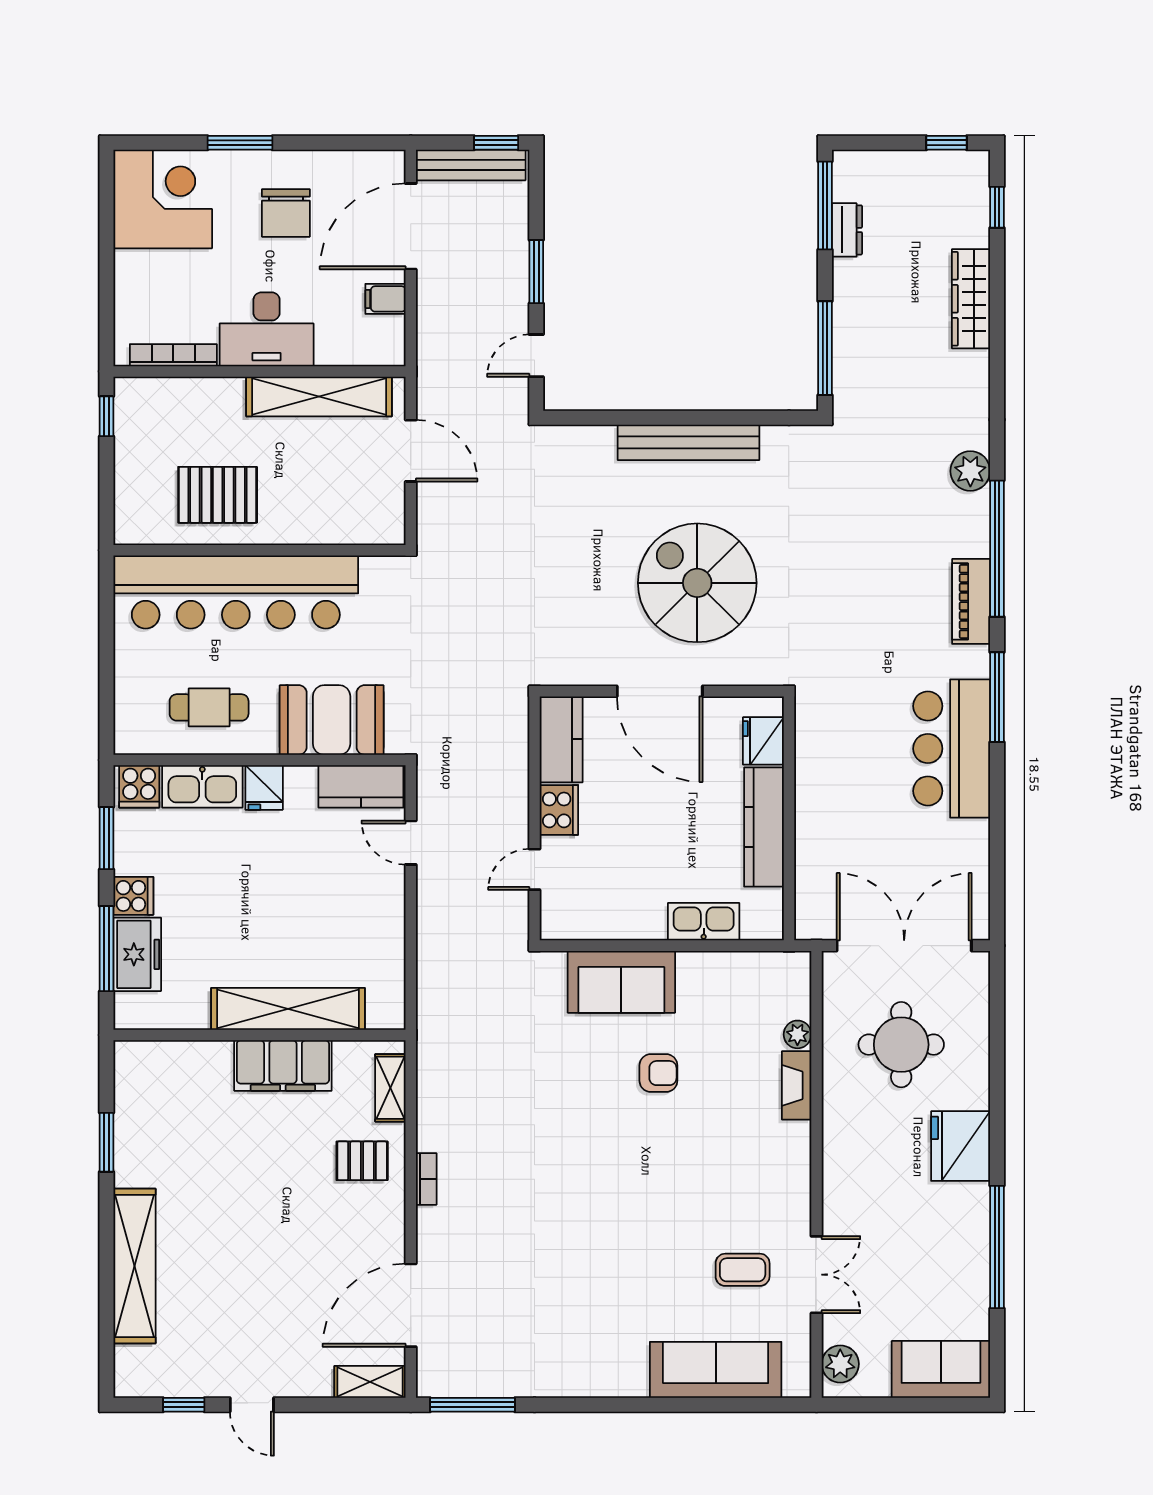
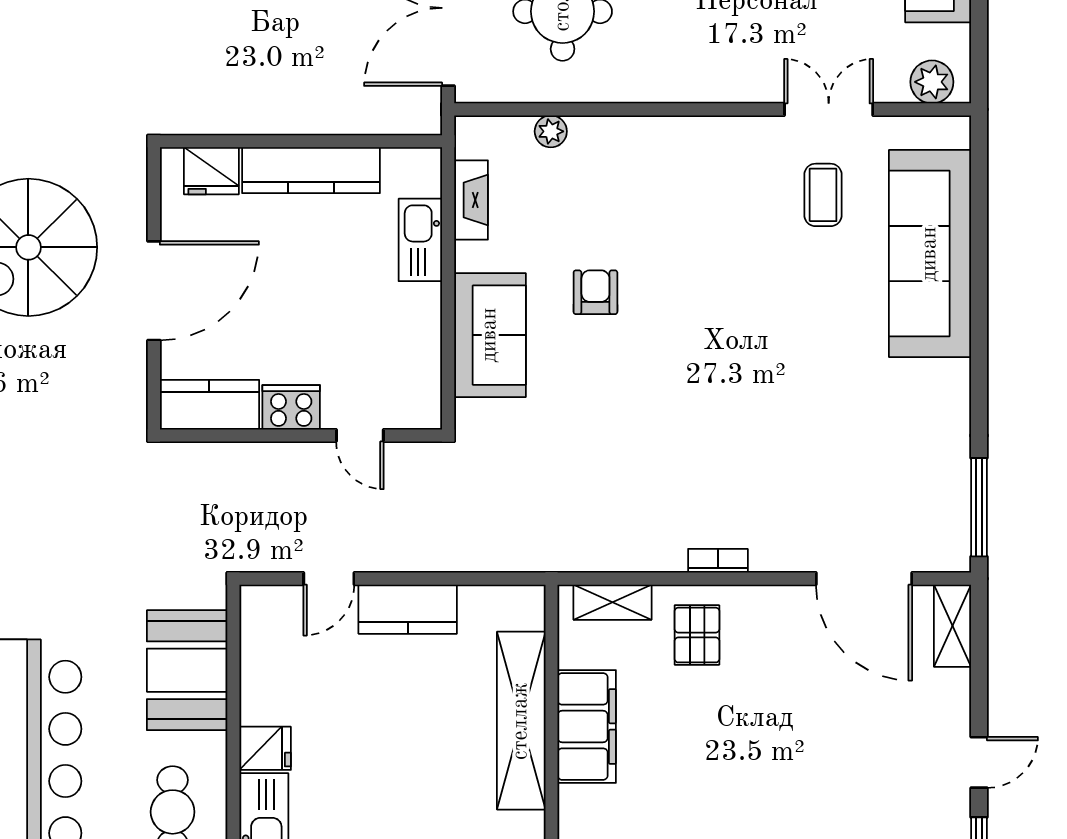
kitchen counter: (361, 786) -> (408, 609), moved, turned 90
fireplace: (797, 1085) -> (471, 200), moved, turned -90
sofa: (716, 1370) -> (930, 254), width x1.36, depth x1.27

